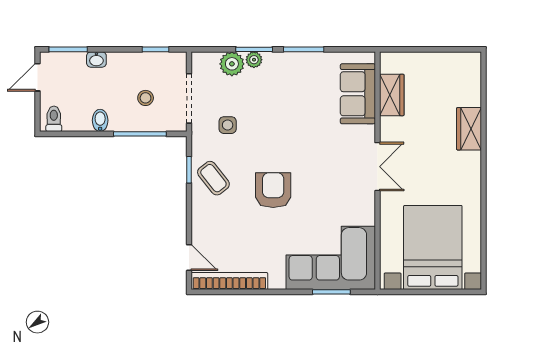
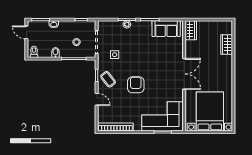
plant: (232, 64) -> (117, 26), removed
door: (38, 77) -> (26, 32), hinge flipped
sofa: (358, 94) -> (166, 29), moved, turned -90
wardrobe: (392, 95) -> (191, 30), moved
wardrobe: (469, 129) -> (227, 45), moved
double door: (377, 167) -> (184, 74), width x1.37
door: (189, 258) -> (97, 99), moved

